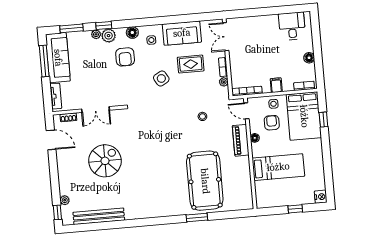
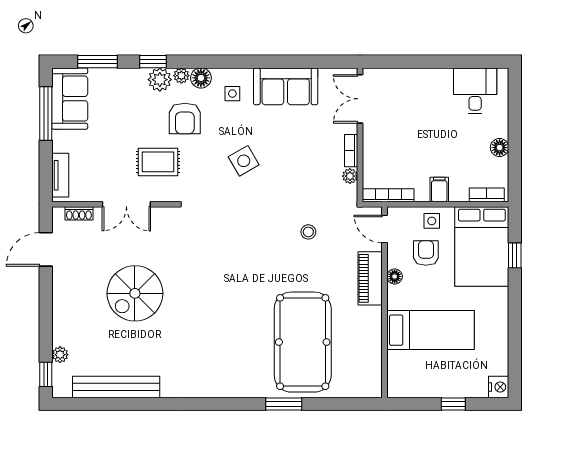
plant: (96, 34) -> (181, 76), moved
sofa: (58, 58) -> (70, 99), width x0.73
rug: (191, 64) -> (158, 162), moved
door: (51, 140) -> (46, 249), swing flipped
spiral stairs: (105, 161) -> (135, 293), turned 180

